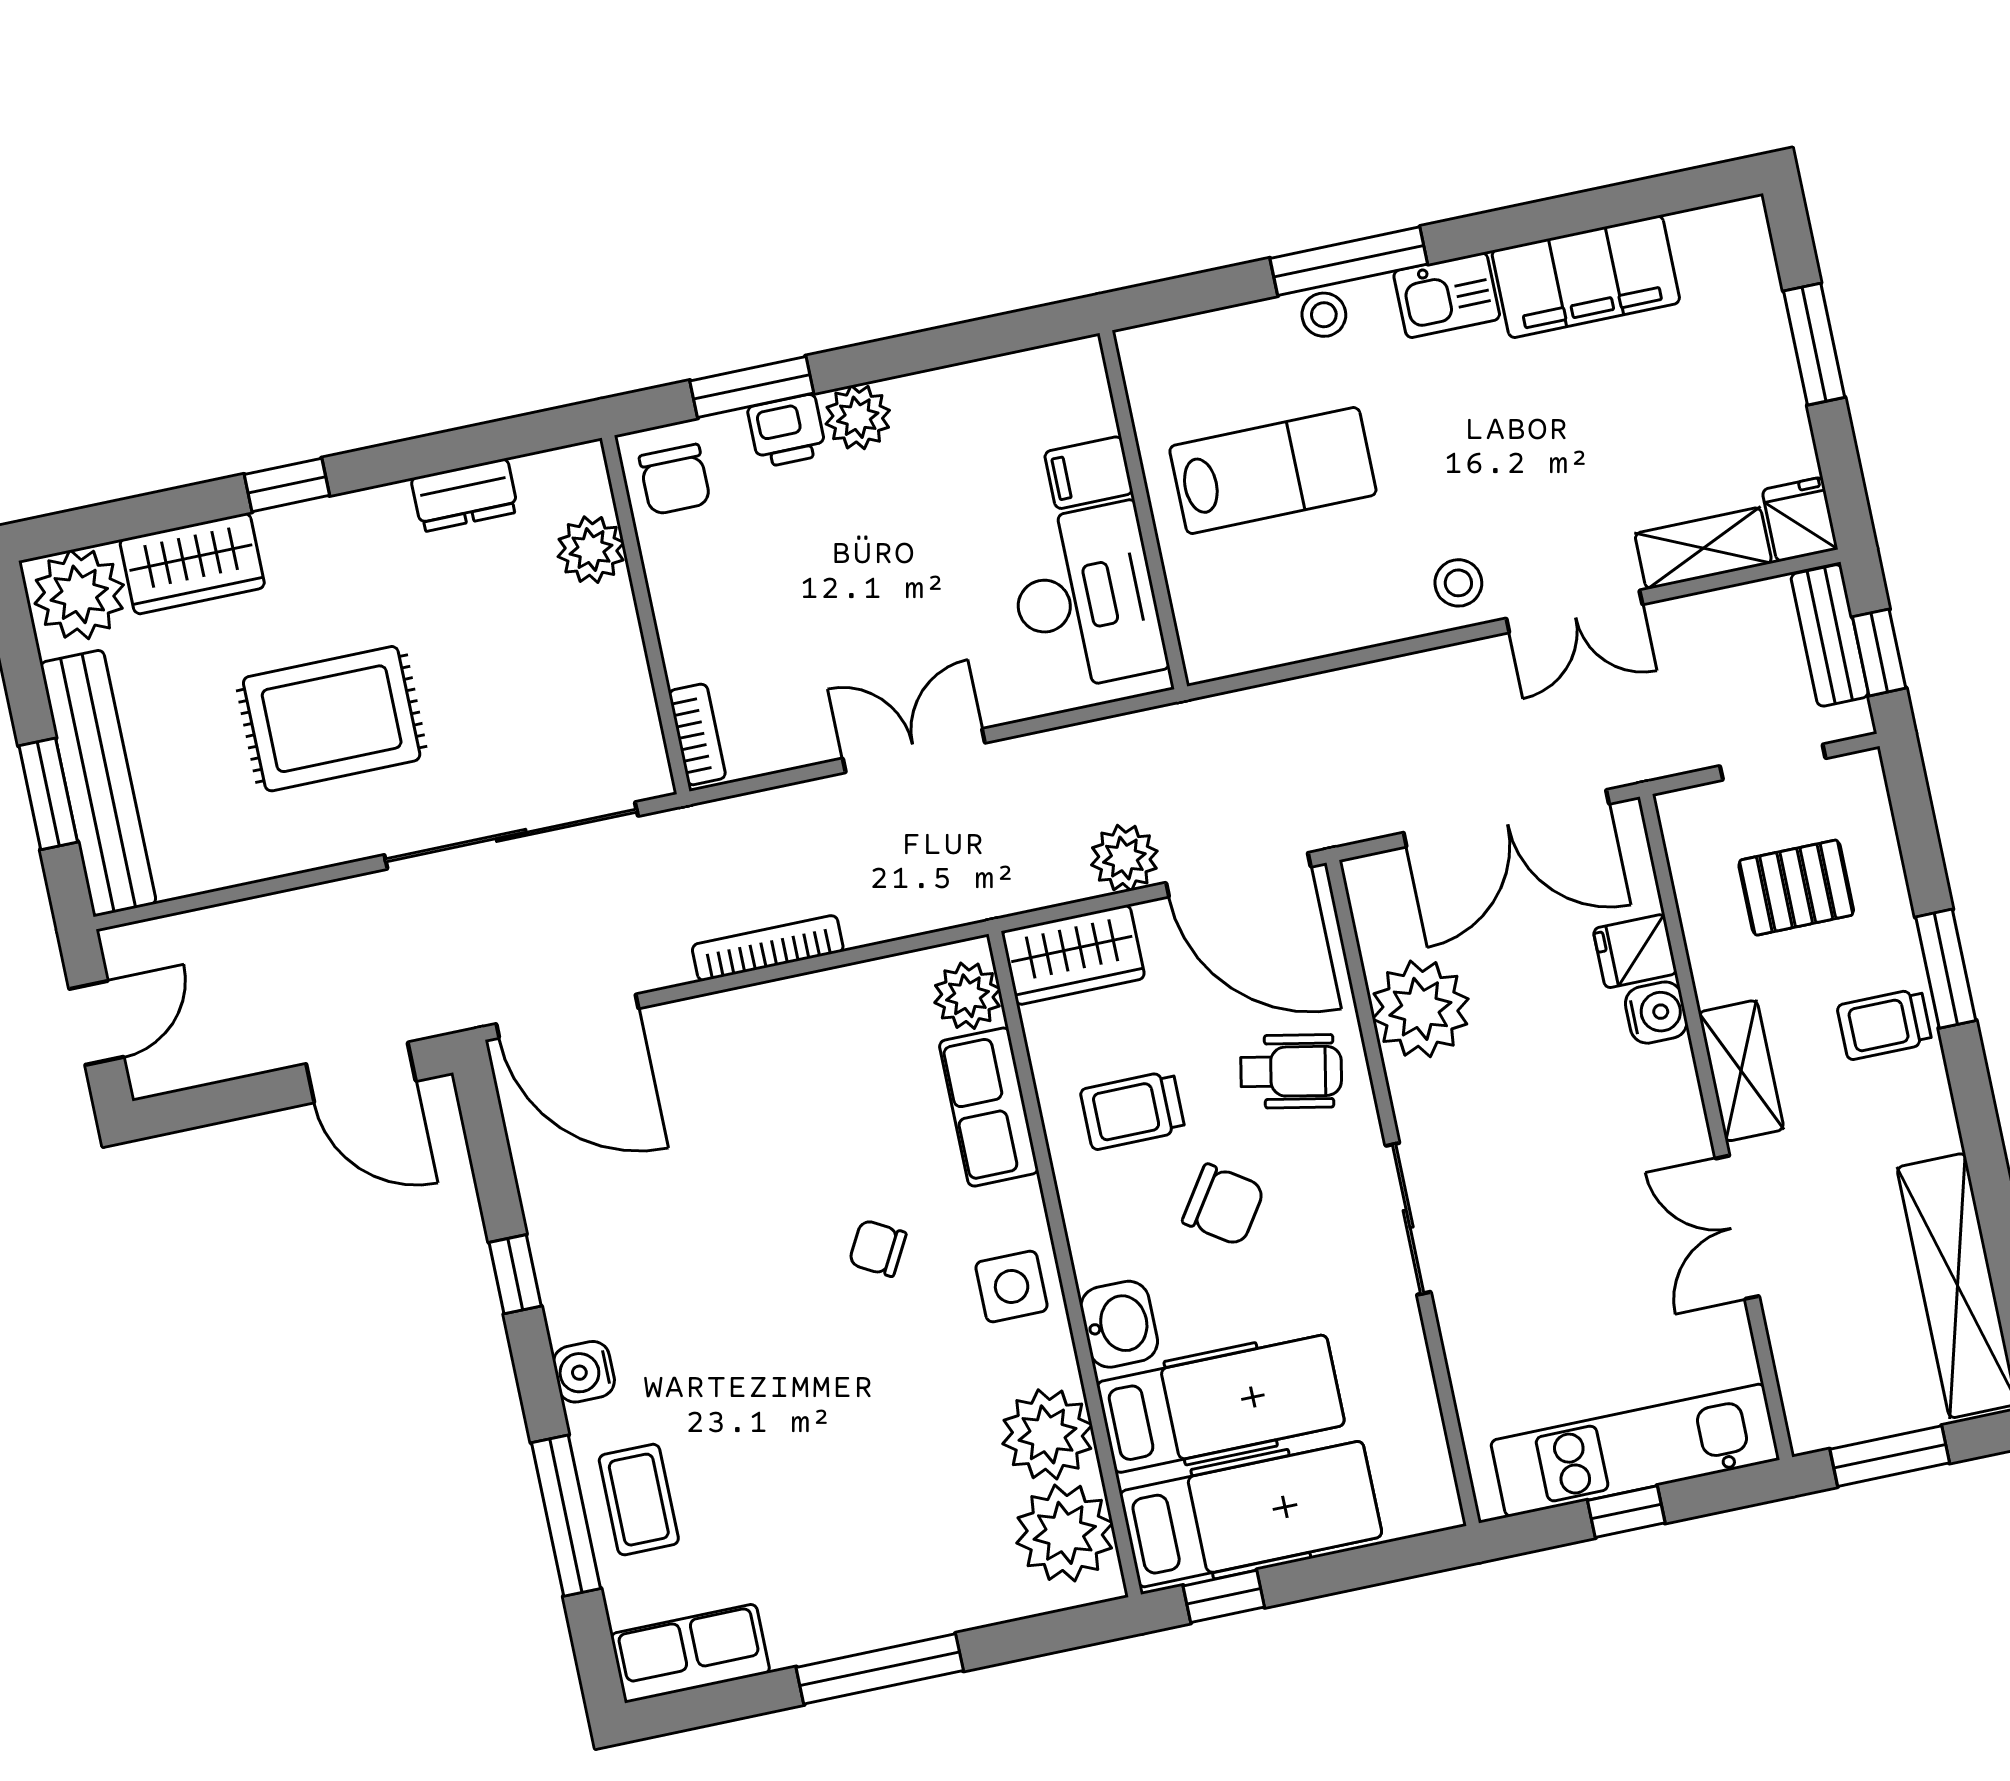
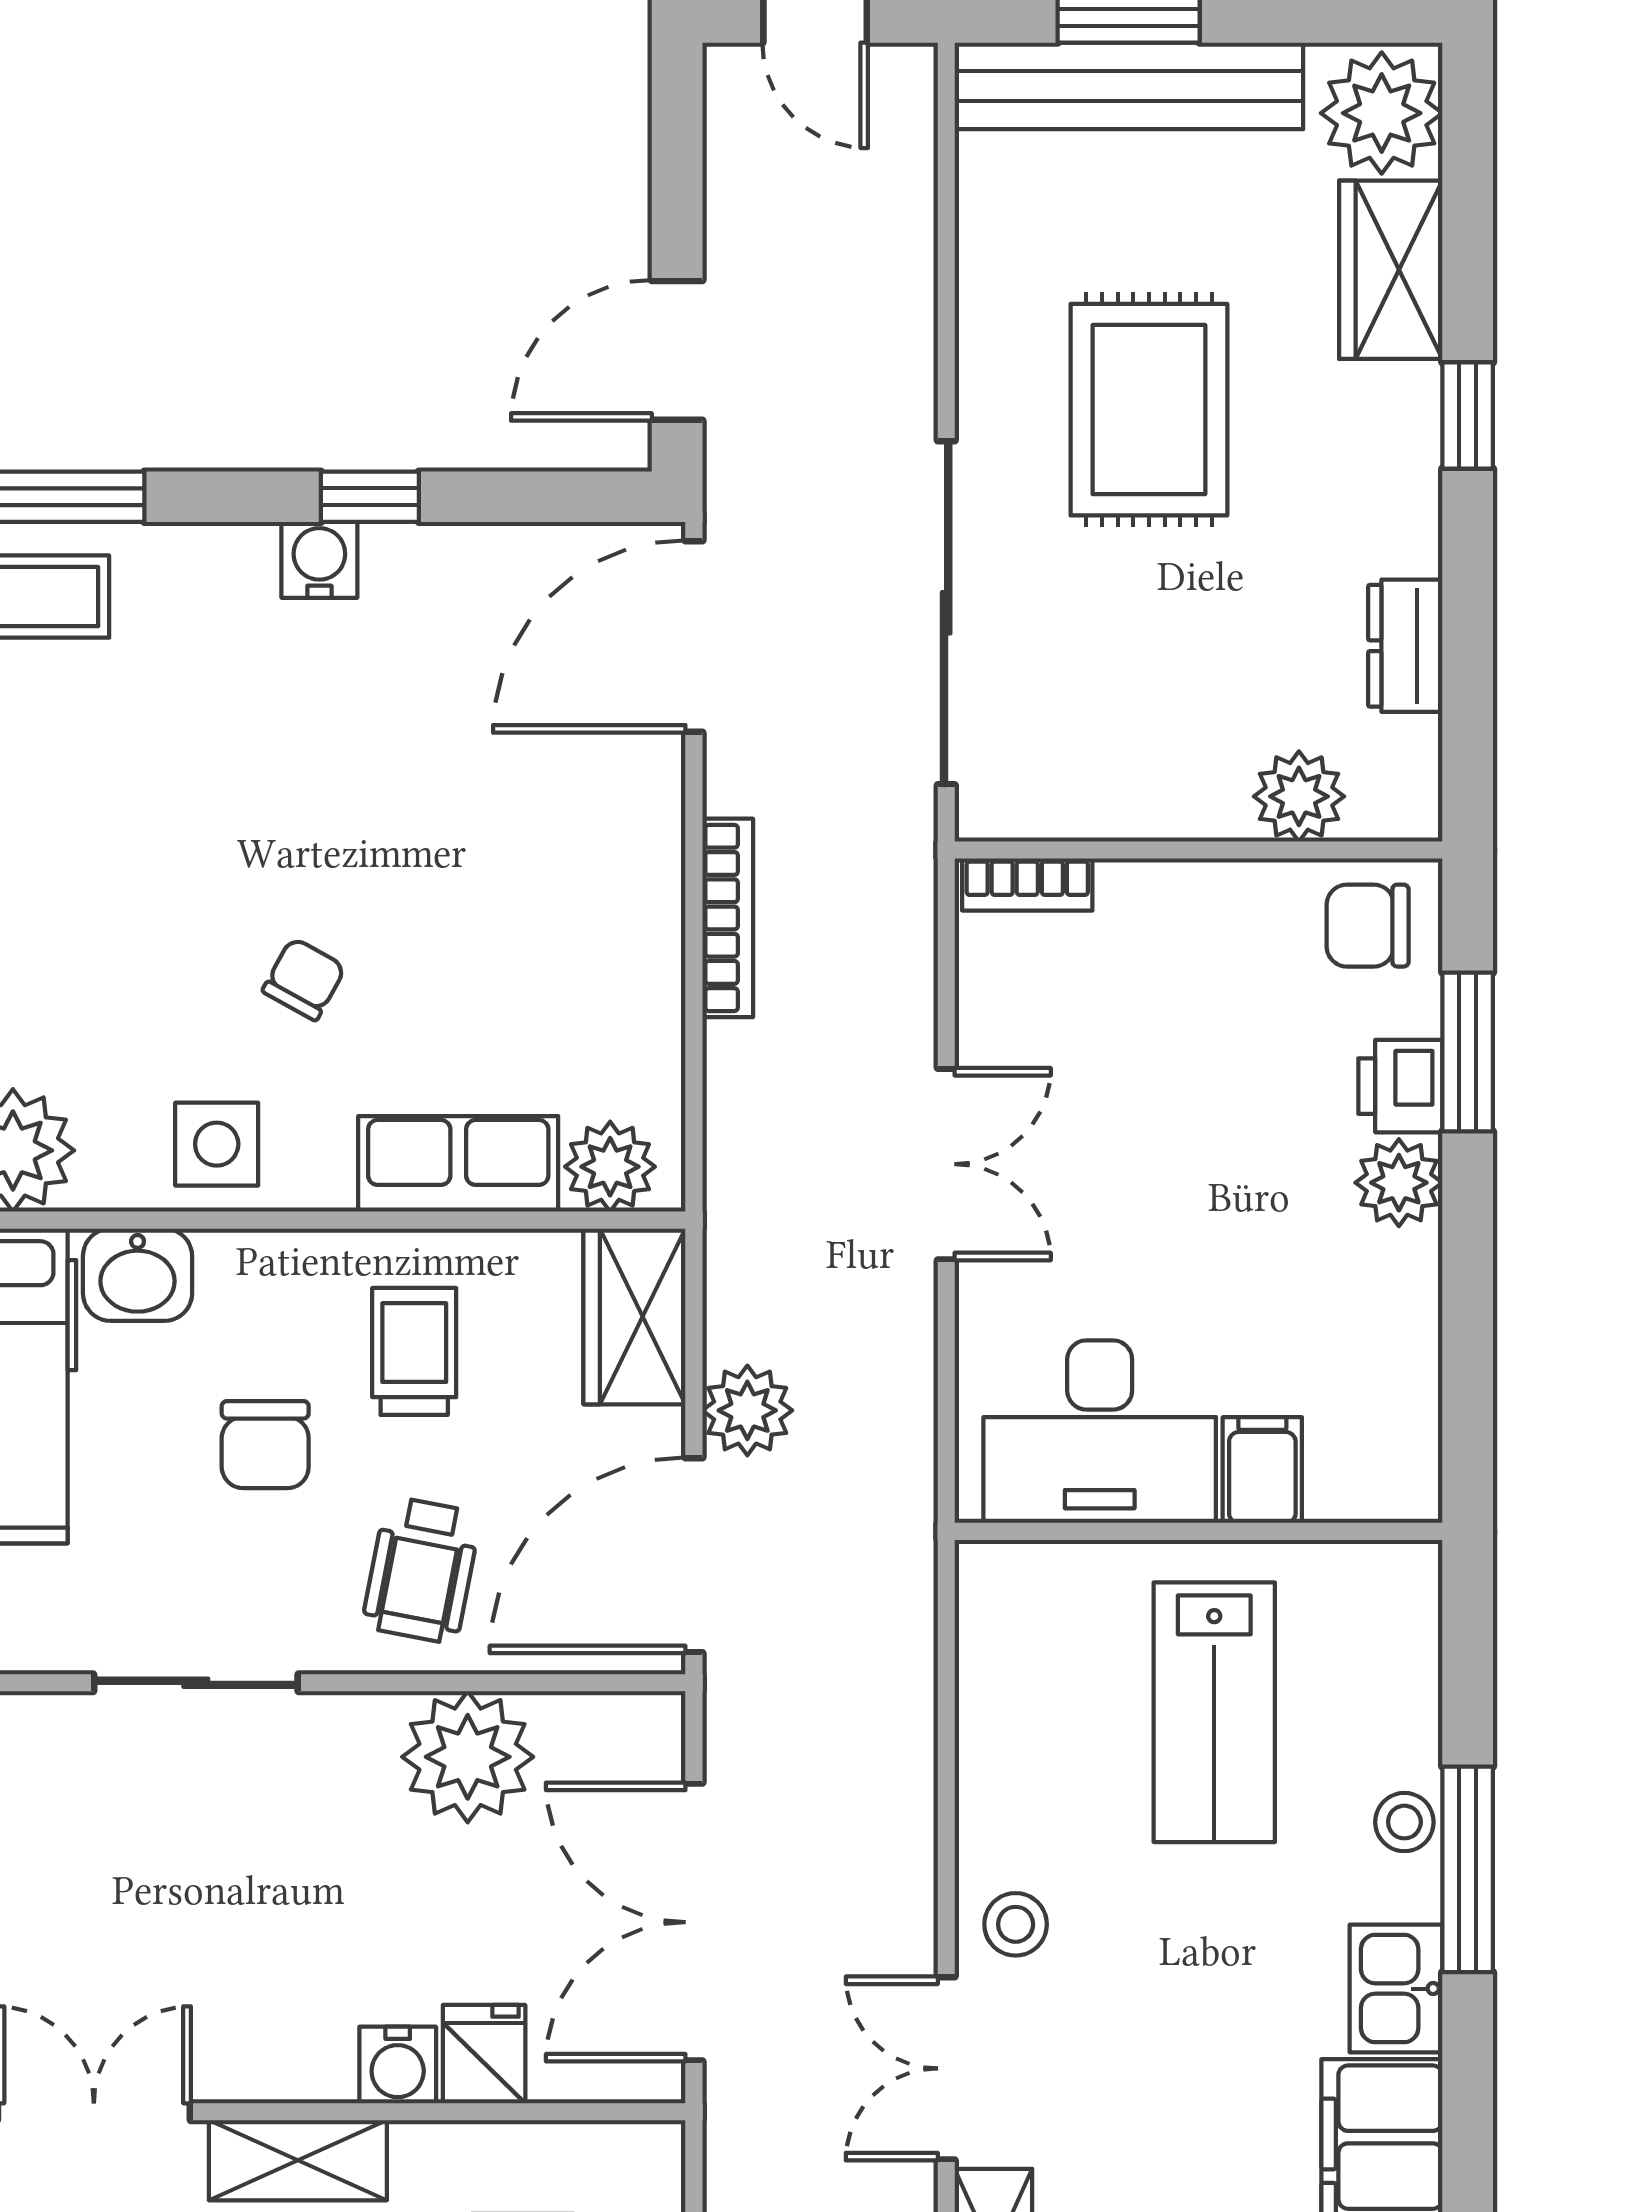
chair: (1224, 1205) -> (265, 1445), turned -34
water cooler: (584, 1372) -> (319, 560), moved

